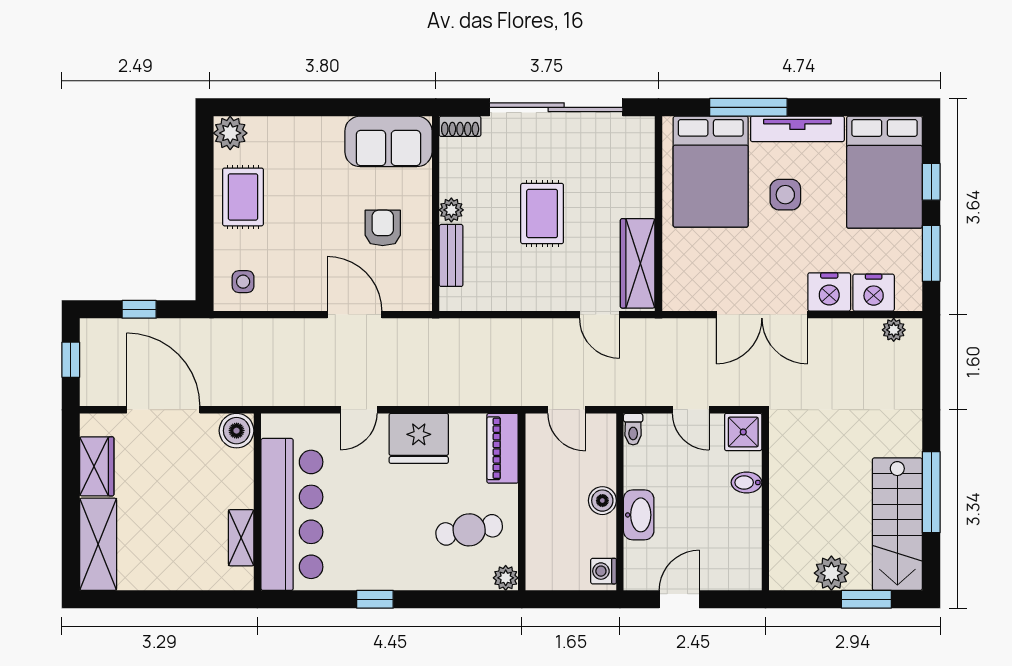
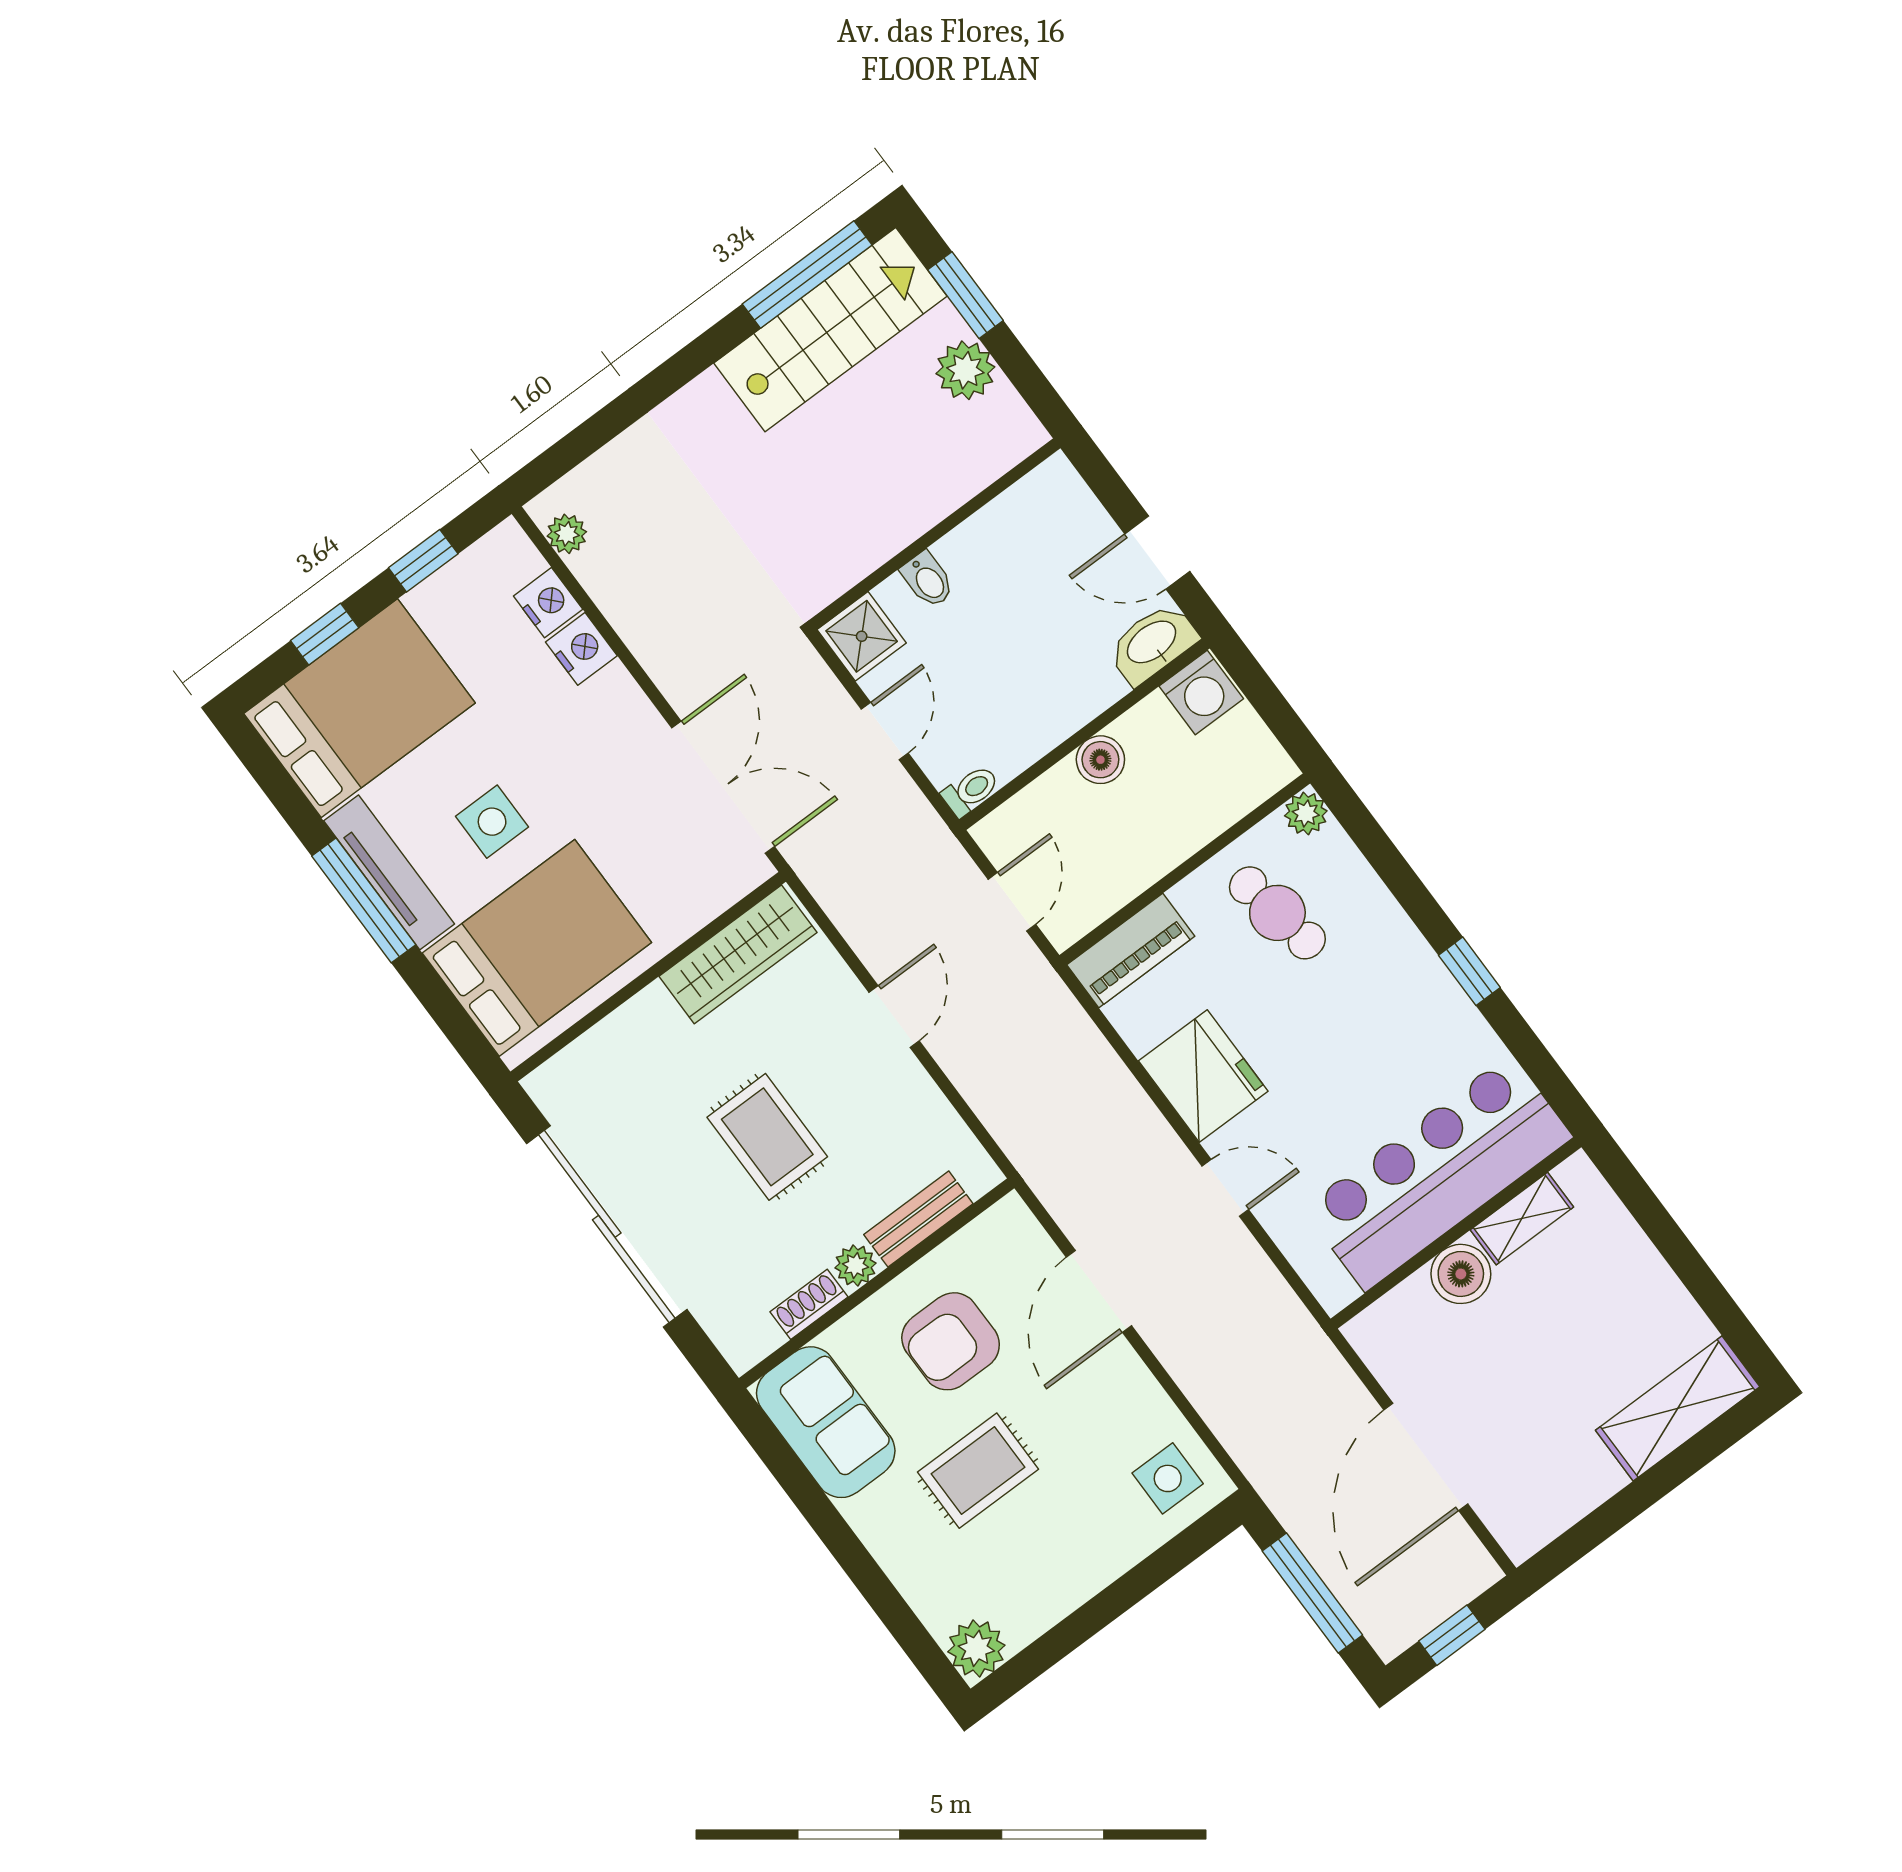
window: (748, 107) -> (364, 900), moved
shoe rack: (460, 126) -> (809, 1304), moved, turned -90
rug: (243, 197) -> (978, 1471), moved
rug: (542, 213) -> (767, 1137), turned 90
armchair: (383, 228) -> (951, 1341), width x1.38, depth x1.38
window: (931, 253) -> (423, 561), width x0.67
side table: (243, 282) -> (1168, 1478), width x1.37, depth x1.37
nightstand: (829, 292) -> (581, 649), width x0.74, depth x0.75
nightstand: (874, 293) -> (548, 603), width x0.74, depth x0.75
window: (139, 309) -> (1312, 1593), width x2.17
door: (600, 315) -> (894, 1017), moved
double door: (762, 315) -> (723, 787), moved
boiler: (237, 431) -> (1461, 1274), moved
wardrobe: (97, 466) -> (1572, 1490), removed
window: (931, 492) -> (807, 274), moved
washbasin: (639, 515) -> (1152, 643), moved
washing machine: (603, 571) -> (1201, 692), width x1.38, depth x1.38

